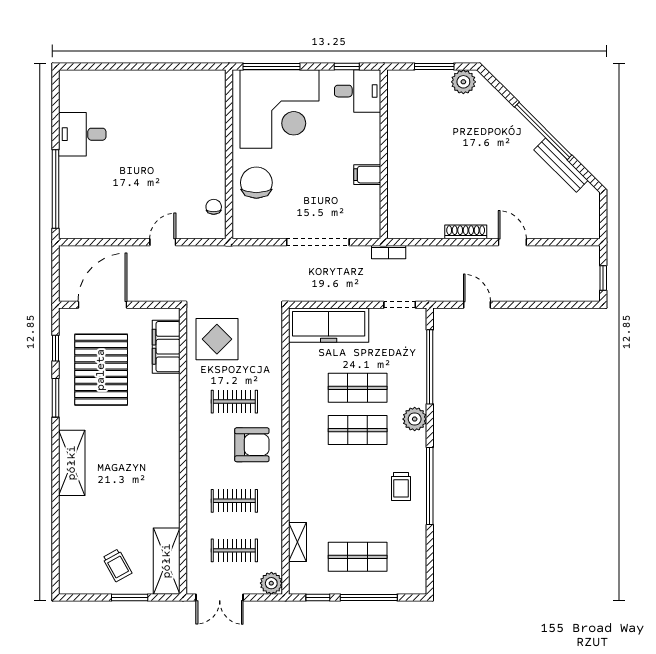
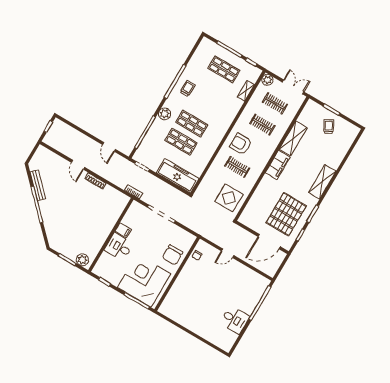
plant: (463, 82) -> (82, 260), moved
desk: (358, 91) -> (119, 247), moved
filing cabinet: (166, 347) -> (278, 165), moved
shelving: (167, 561) -> (293, 138), moved

